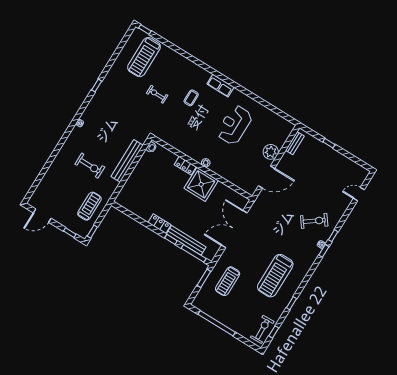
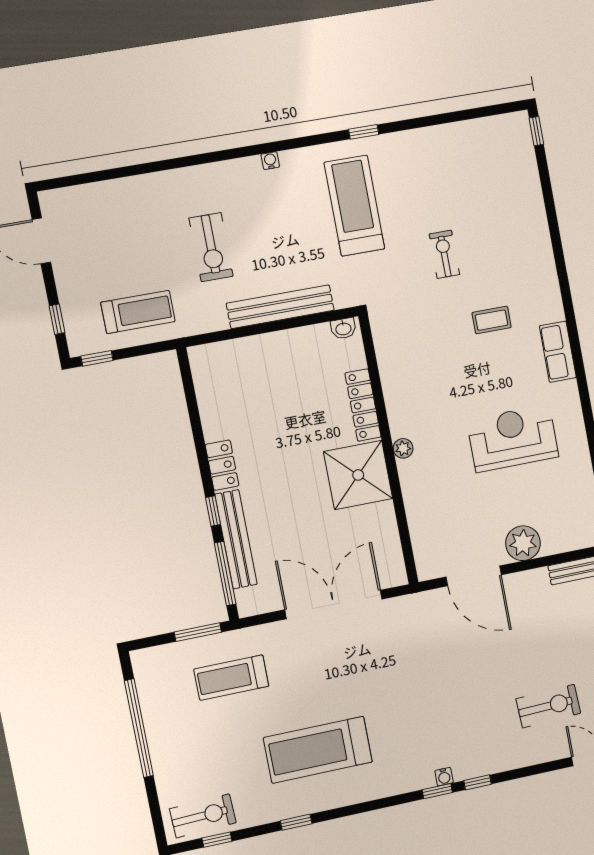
treadmill: (144, 57) -> (354, 206), moved, turned 90
locker: (185, 166) -> (363, 405), width x1.53
exercise bike: (314, 221) -> (548, 706), moved, turned -55

